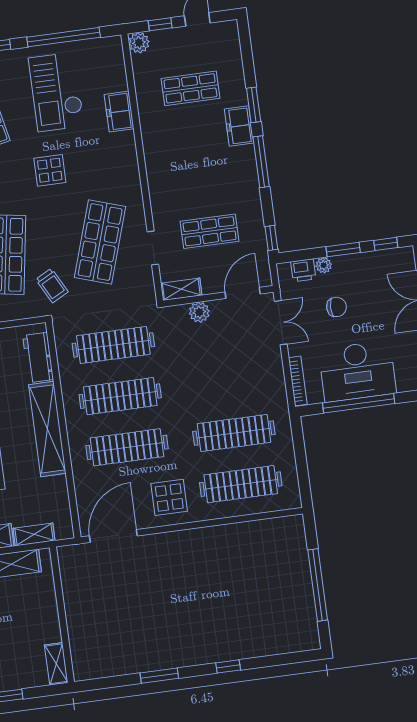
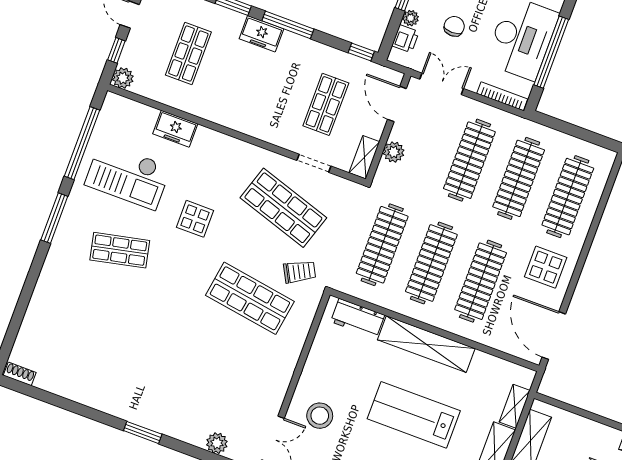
freezer: (239, 126) -> (261, 34), moved
clothes rail: (227, 382) -> (469, 160), added

